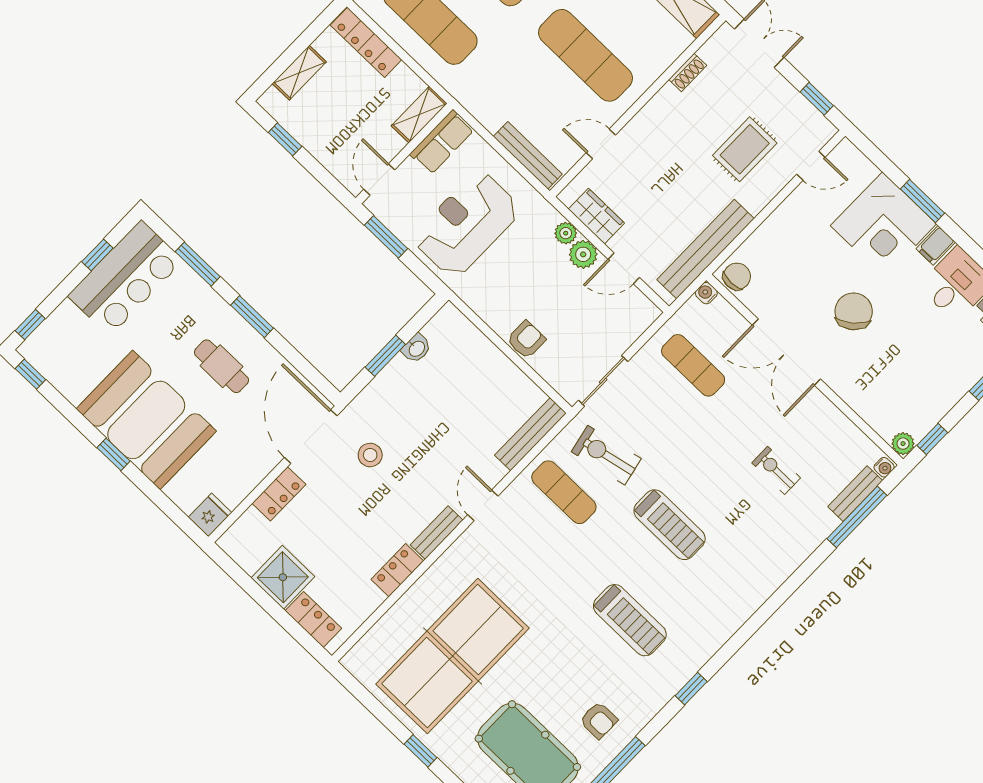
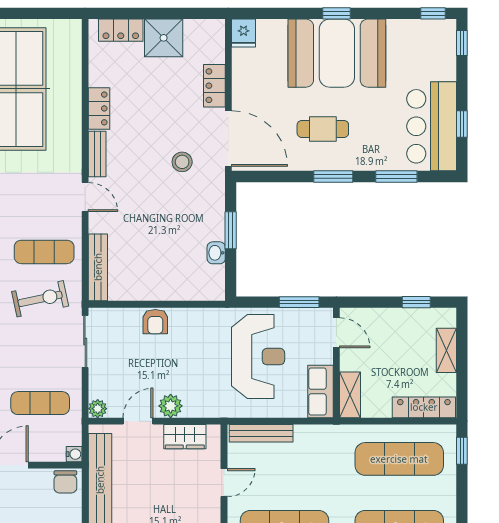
plant: (566, 233) -> (98, 409), moved

